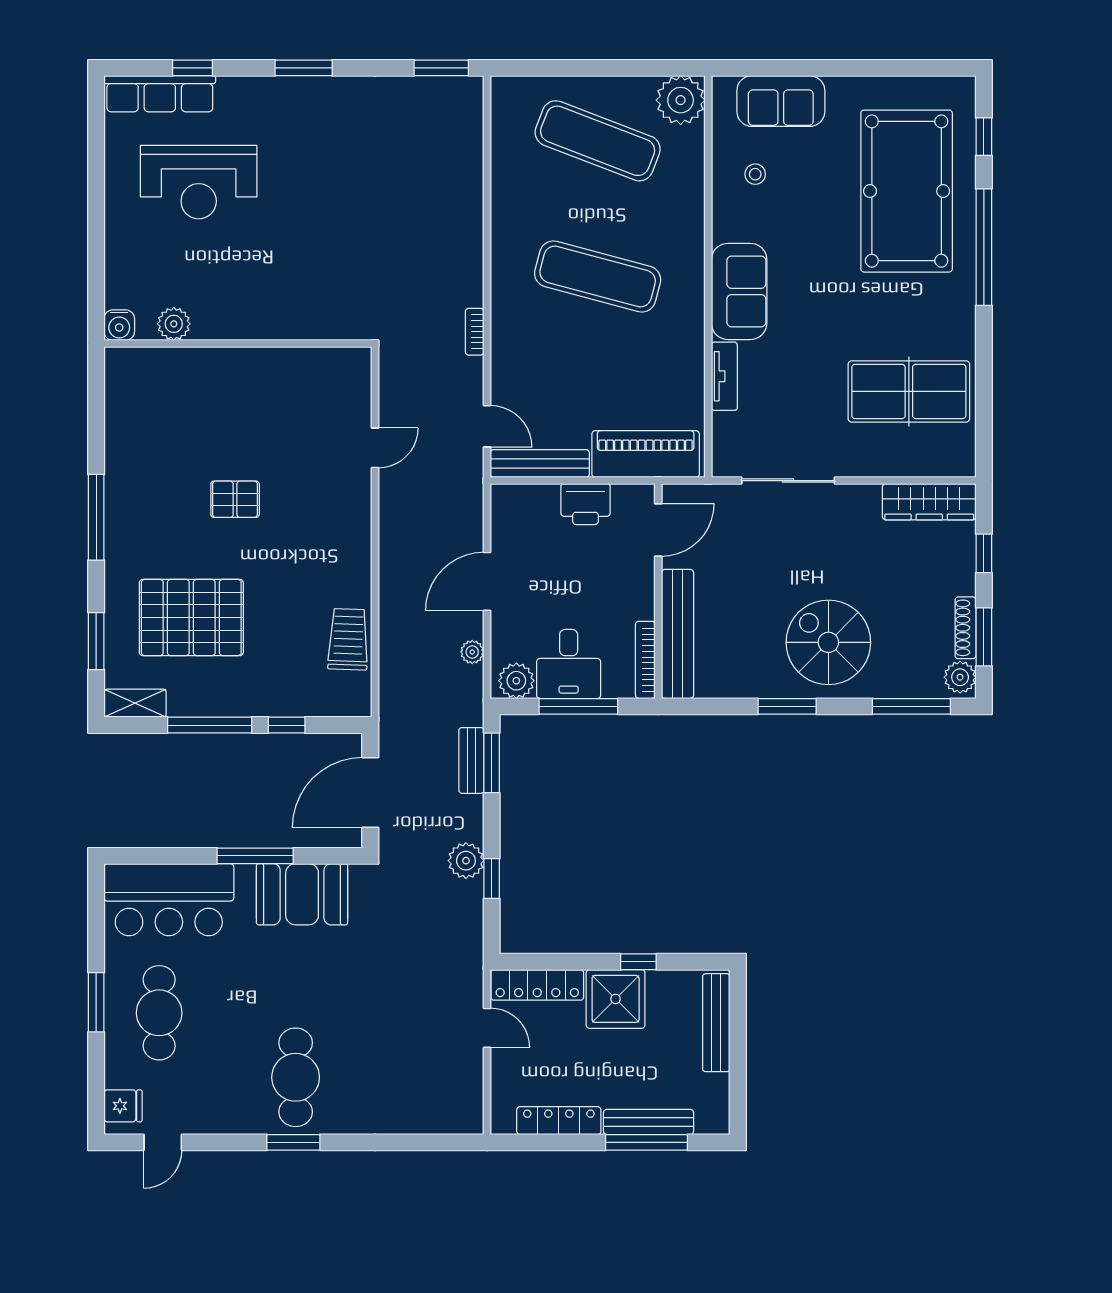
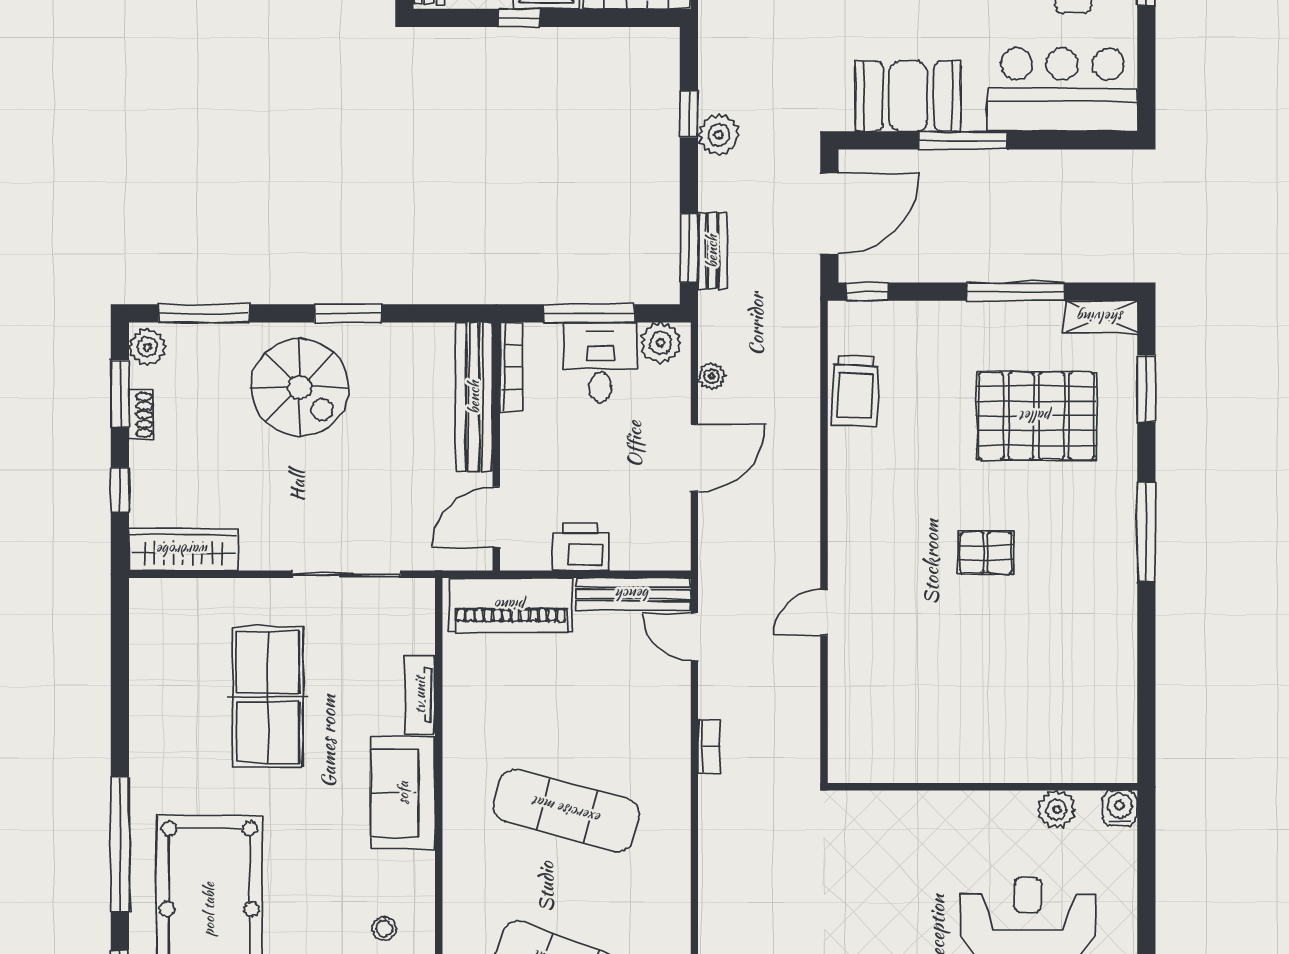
plant: (174, 324) -> (1057, 809), moved
water cooler: (119, 325) -> (1120, 808), moved
wall: (238, 343) -> (982, 787), moved
table tennis table: (909, 391) -> (268, 697), moved, turned 90
shoe rack: (966, 628) -> (141, 415), width x0.70
window: (287, 725) -> (867, 292), moved

